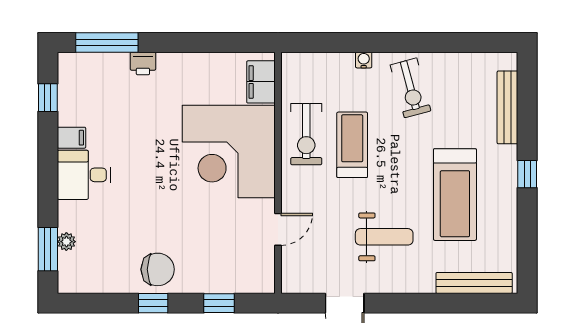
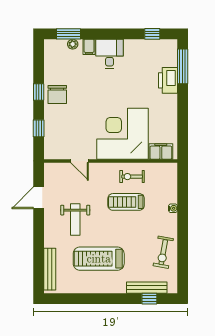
printer: (143, 63) -> (168, 80), width x1.87, depth x1.48
exercise bike: (411, 88) -> (163, 252), moved, turned -65
exercise bike: (306, 134) -> (132, 177), width x0.73, depth x0.72
filing cabinet: (71, 138) -> (89, 47), moved
treadmill: (352, 145) -> (126, 202), turned 180
window: (527, 174) -> (149, 299), moved

